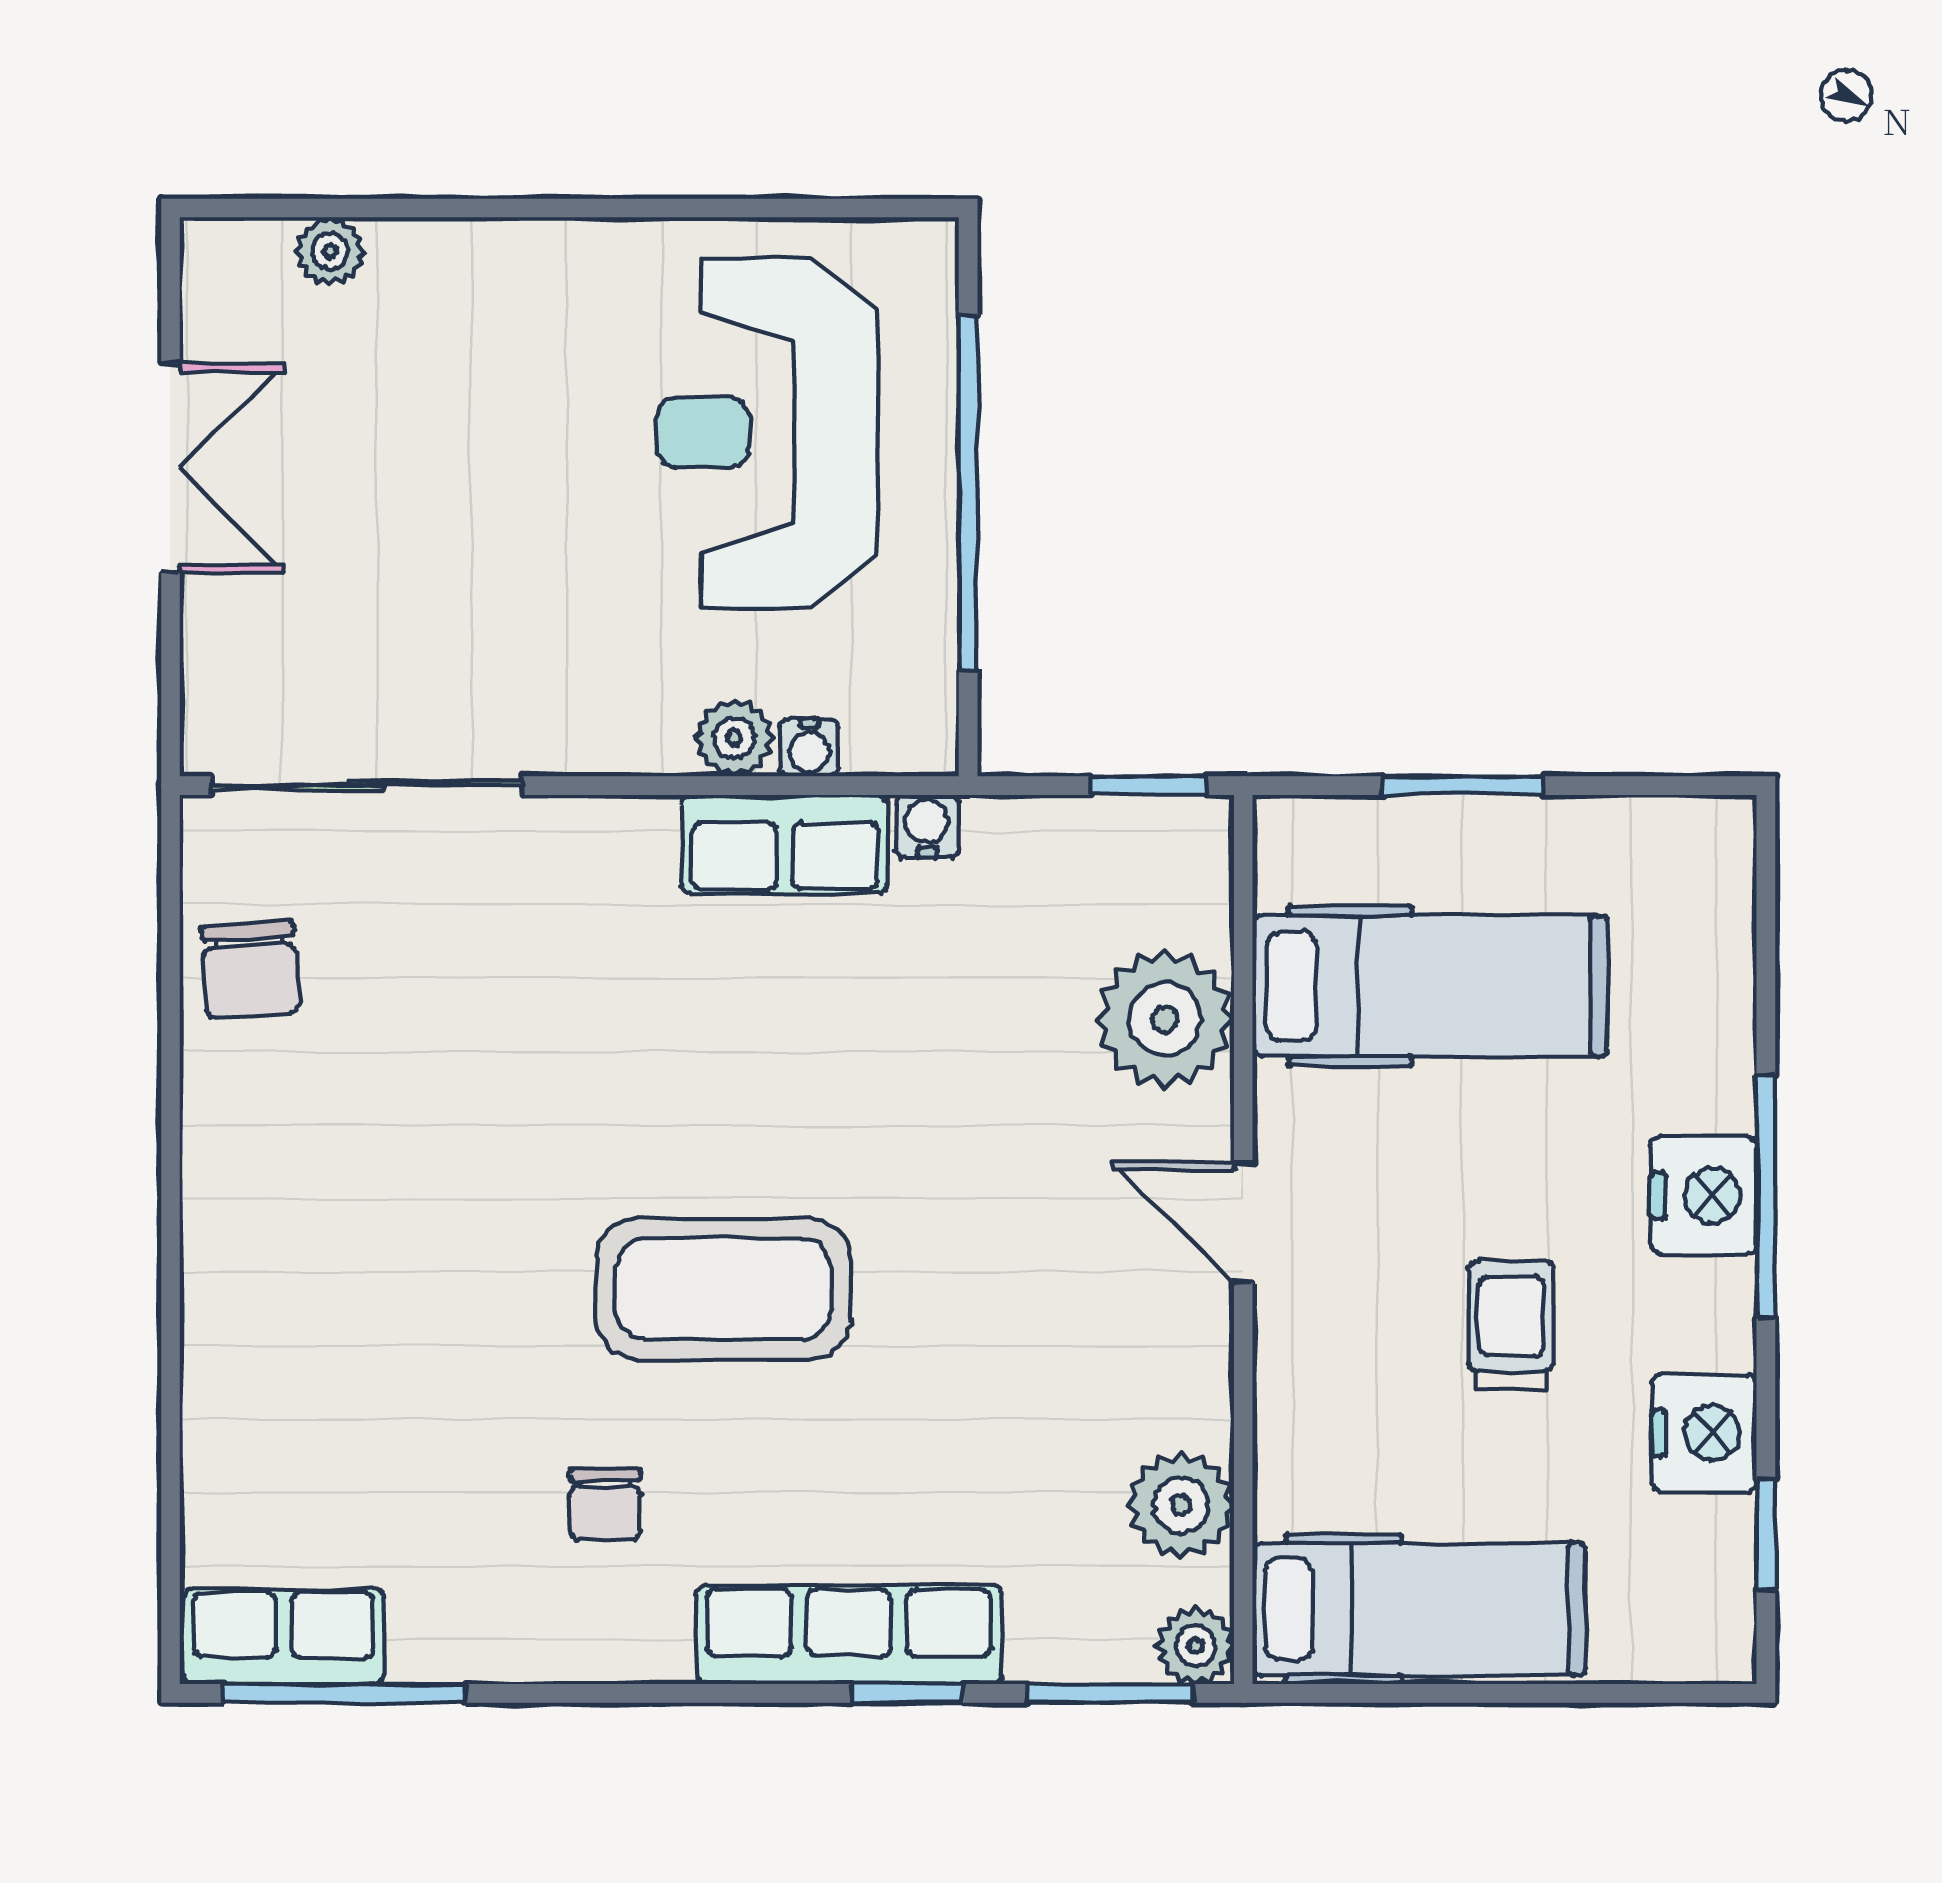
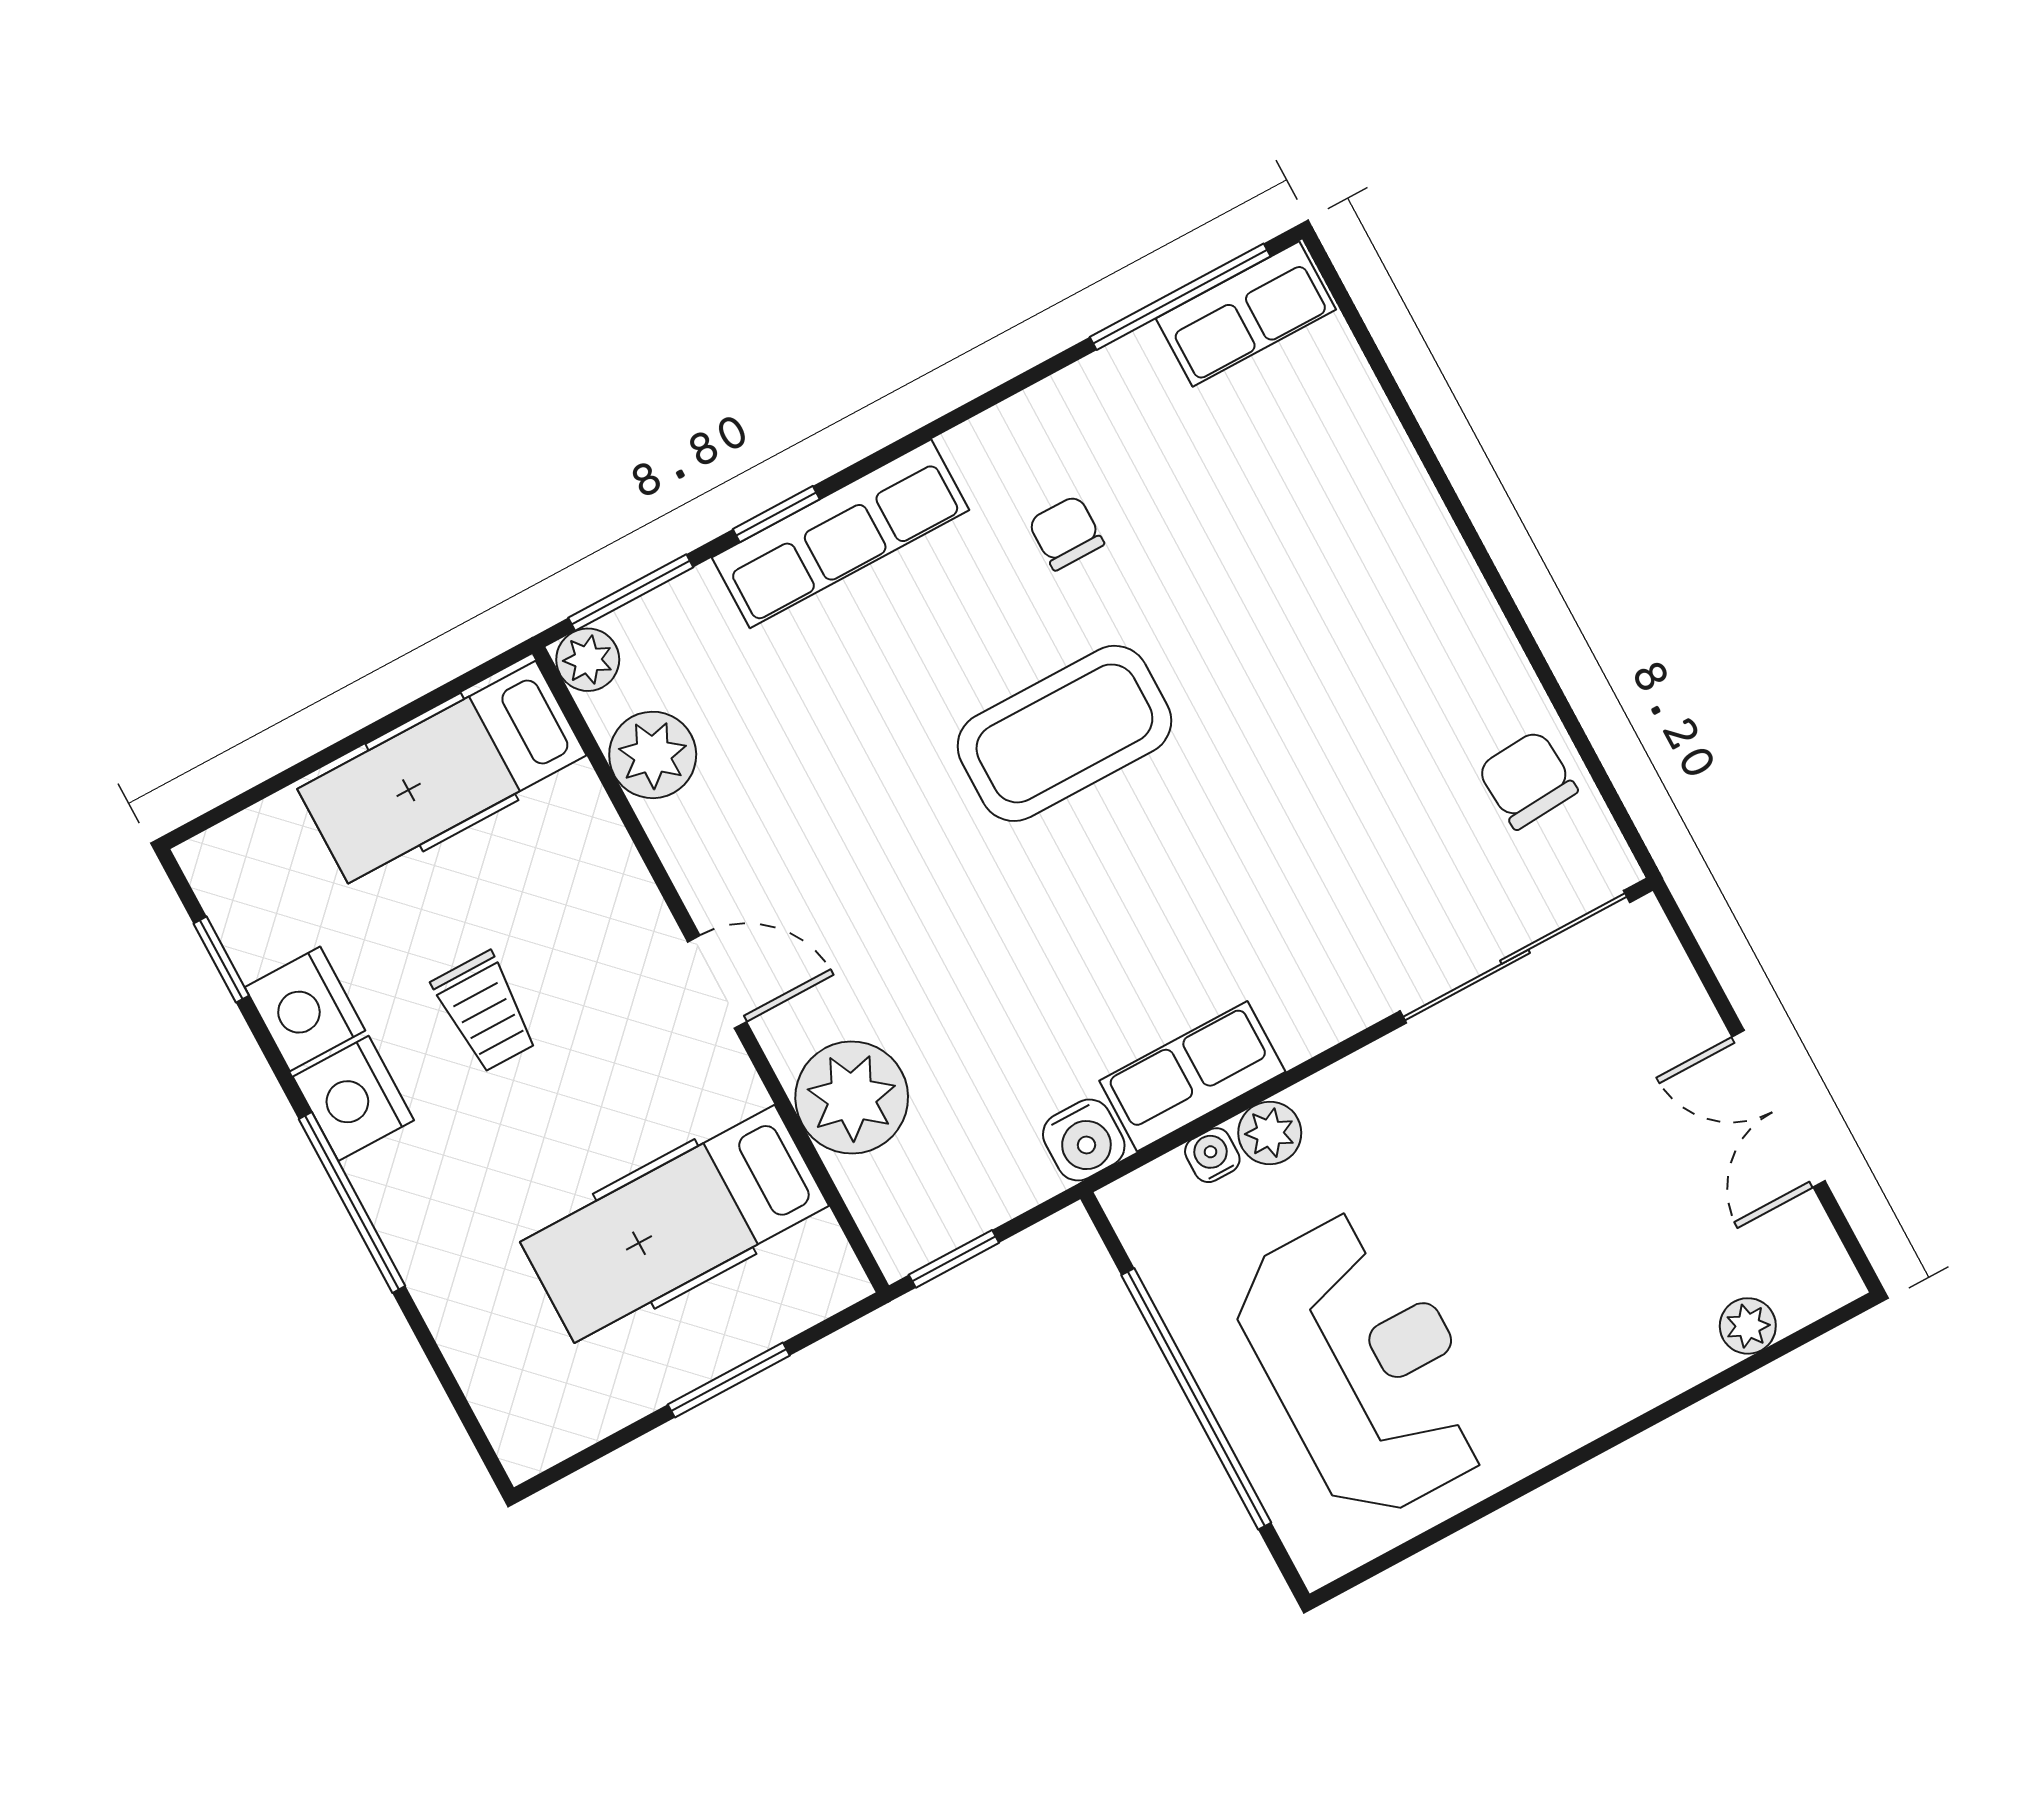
water cooler: (927, 826) -> (1084, 1140), width x1.38, depth x1.38
nightstand: (1704, 1195) -> (353, 1098), moved

